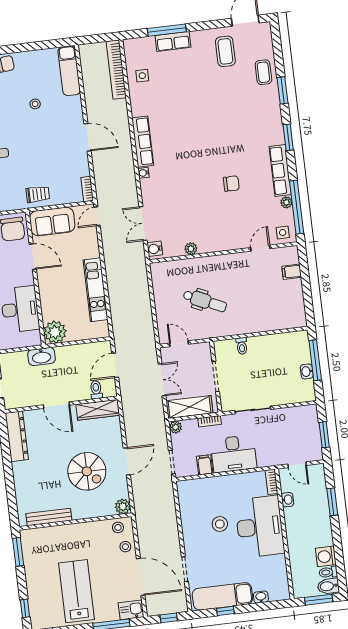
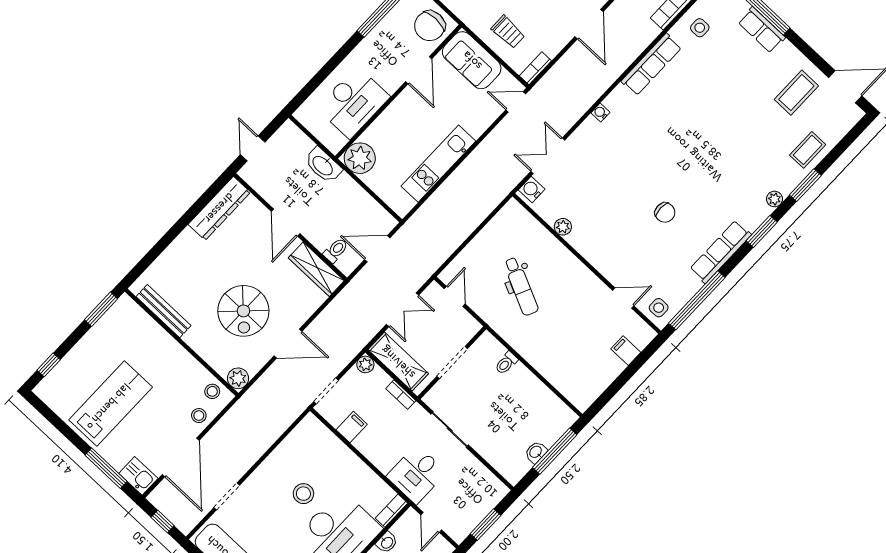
row of seats: (143, 142) -> (651, 64), moved
trolley: (38, 194) -> (508, 32), moved
plant: (286, 202) -> (775, 199), moved
desk: (234, 454) -> (416, 474), moved, width x0.73

